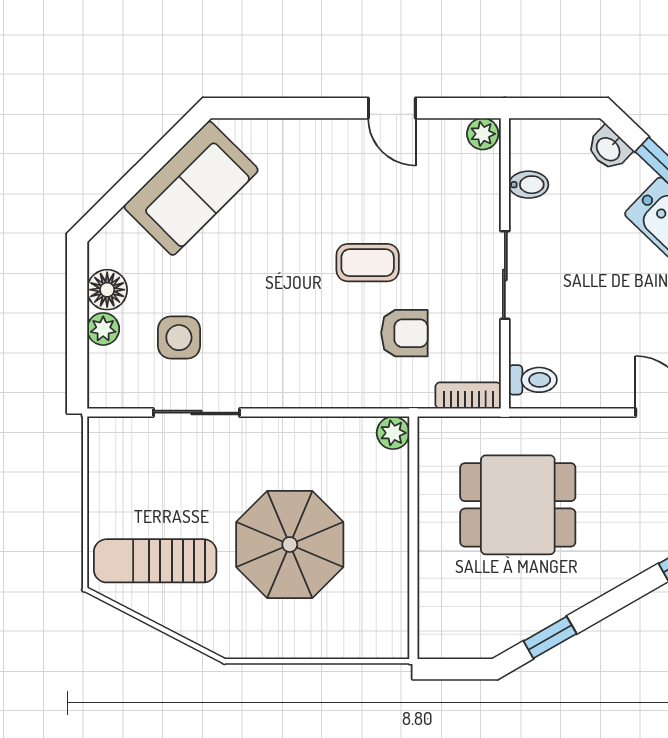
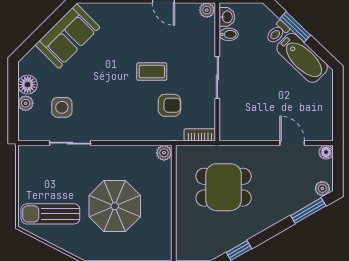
washbasin: (609, 149) -> (227, 17), moved, turned -134
toilet: (533, 380) -> (277, 32), moved, turned 134

